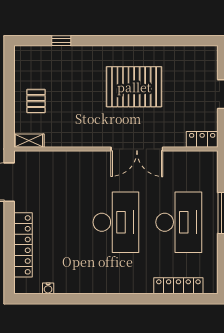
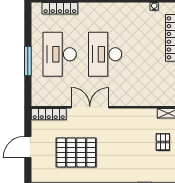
pallet: (134, 87) -> (76, 152), moved
locker: (202, 139) -> (49, 114), width x1.53

